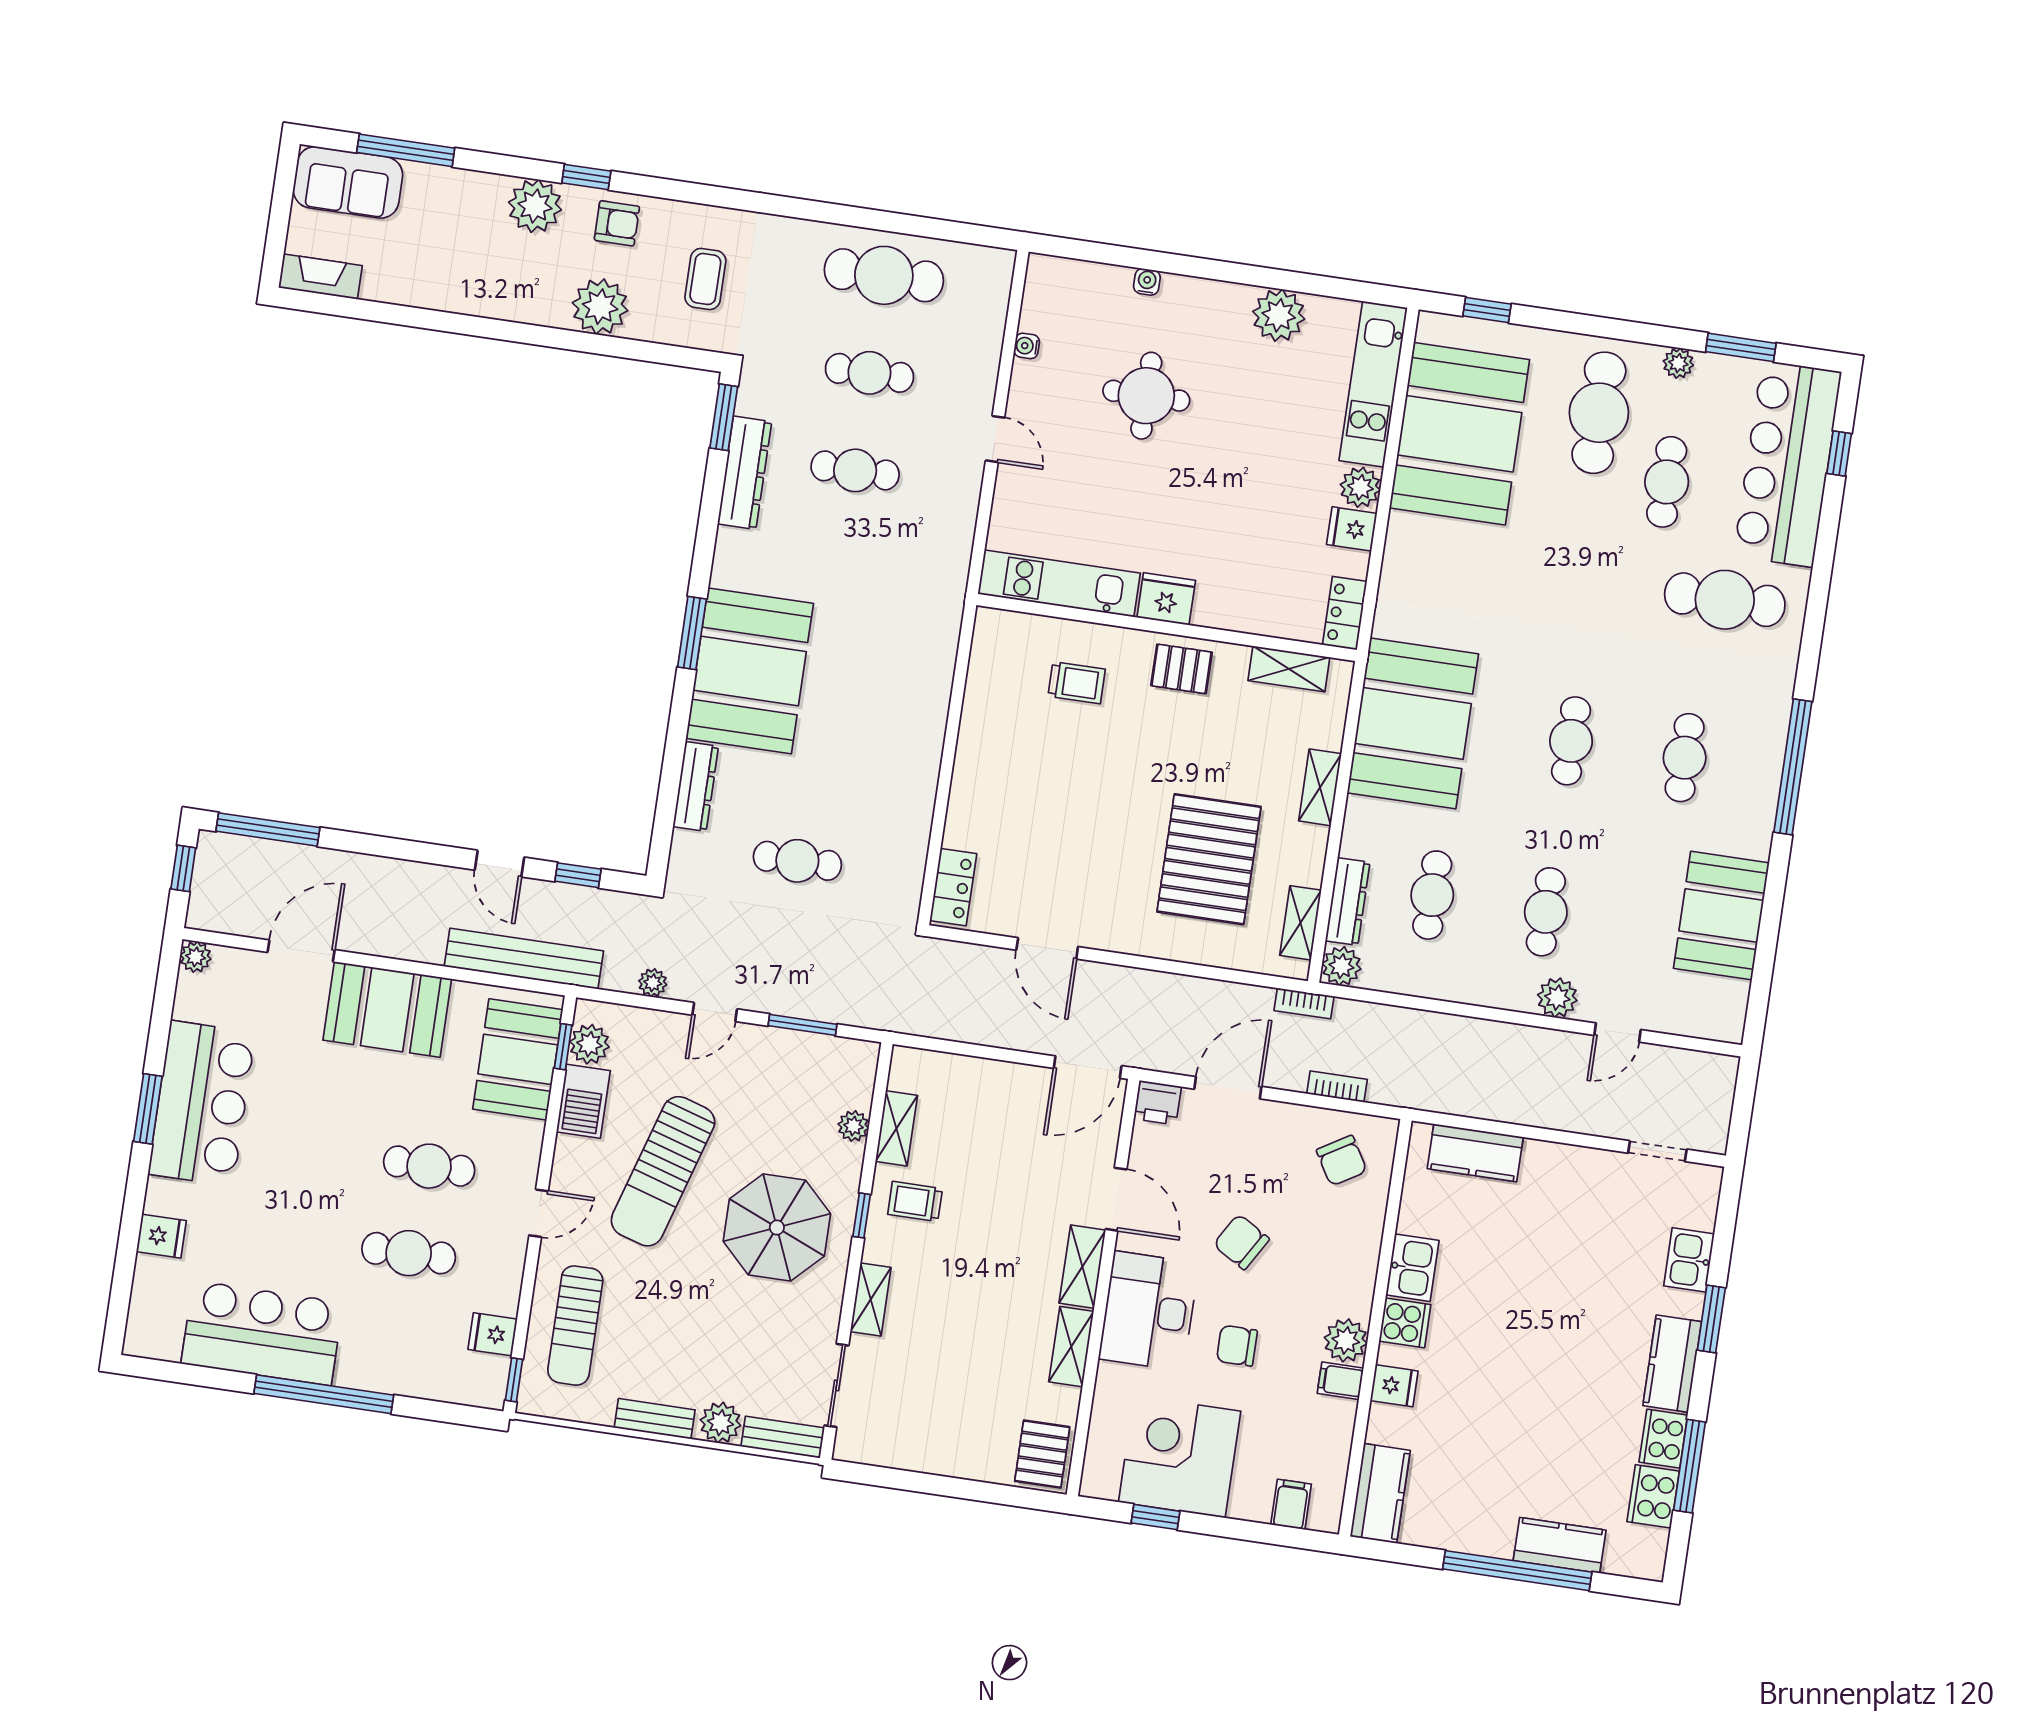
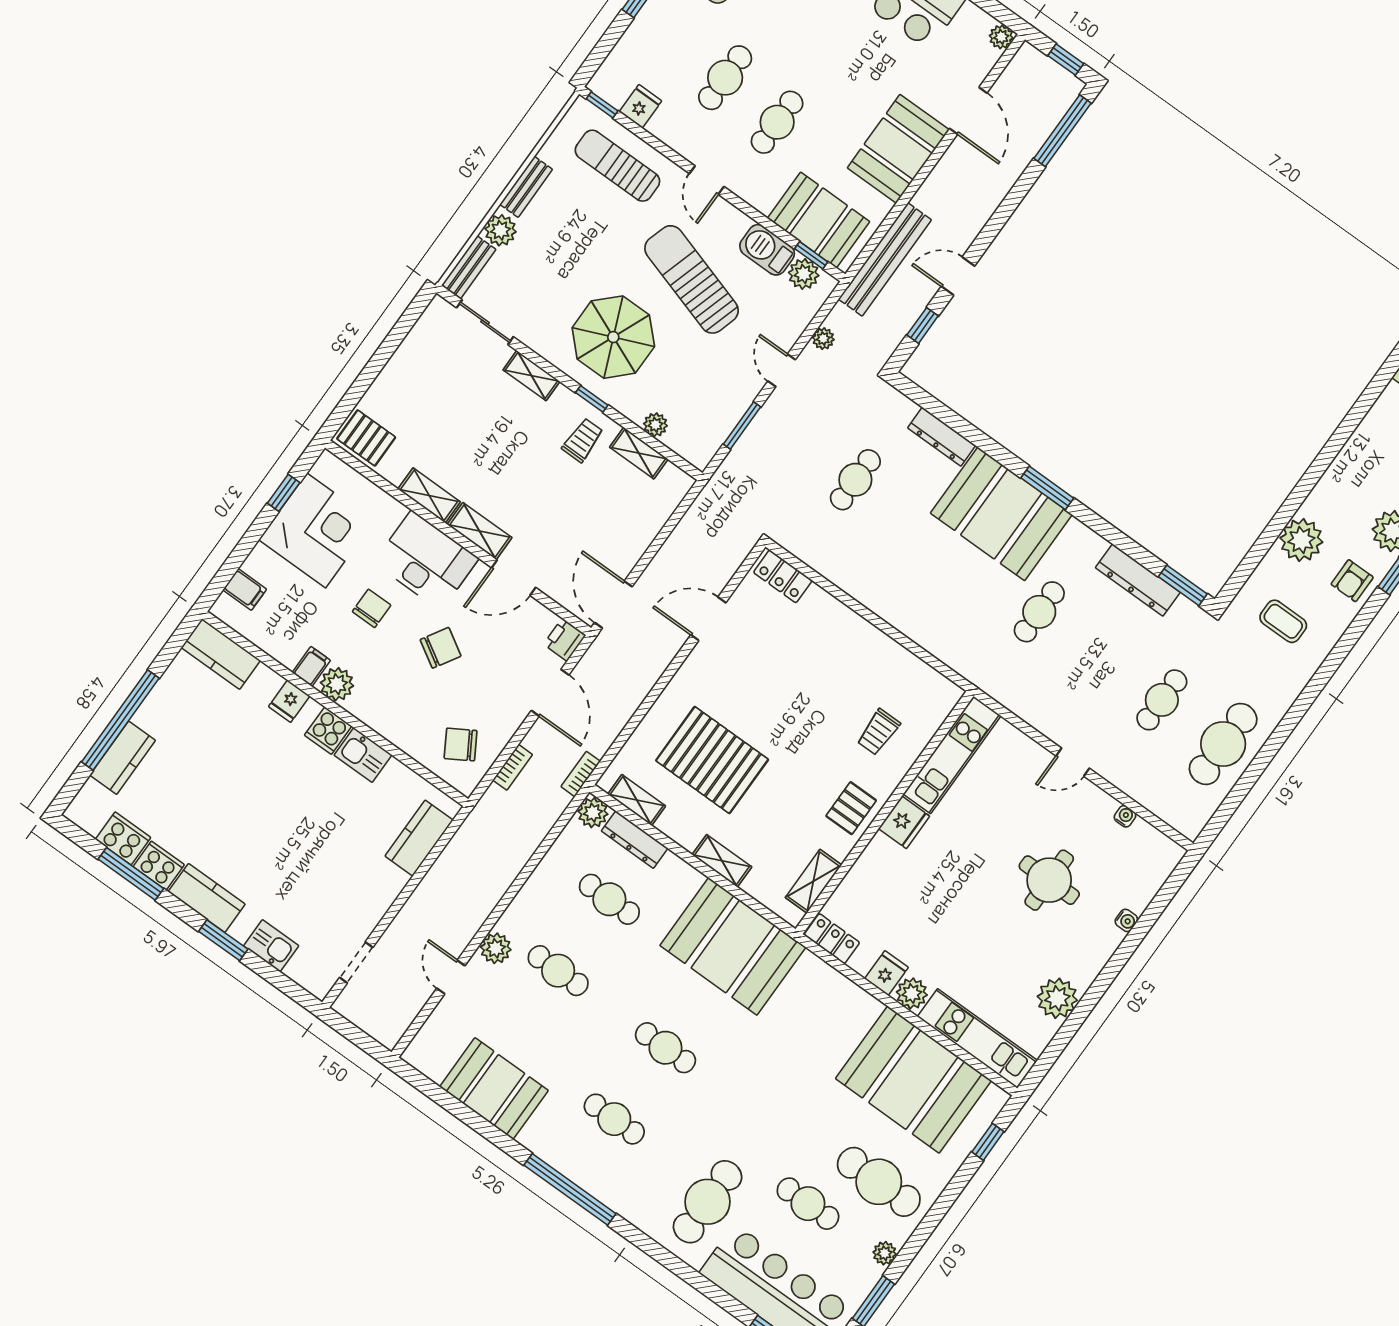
cafe table: (855, 470) -> (1039, 612), moved

